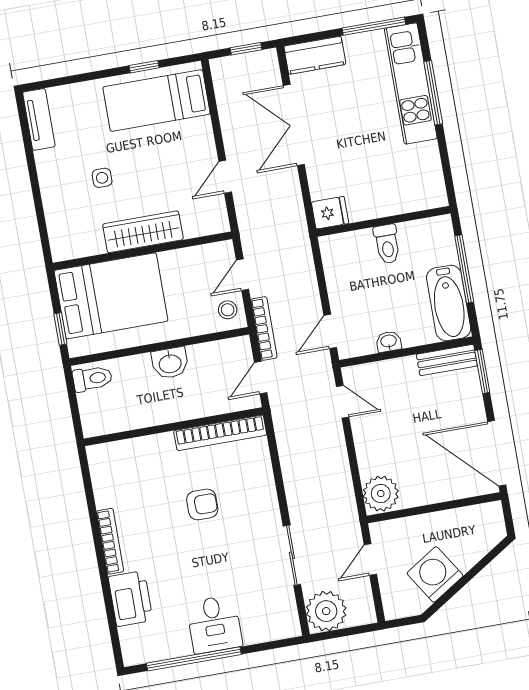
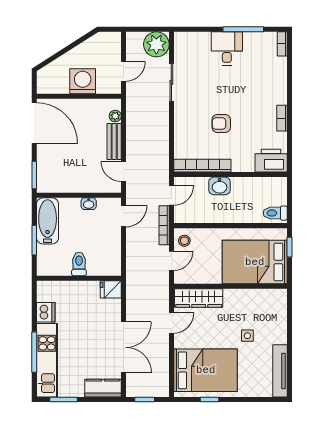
window: (374, 26) -> (63, 400), width x0.69
bed: (156, 100) -> (206, 370), width x1.50
tv unit: (39, 119) -> (280, 371), width x1.41
dishwasher: (426, 159) -> (46, 312), added
wardrobe: (143, 232) -> (199, 298), moved
window: (464, 269) -> (34, 240), width x0.69
bench: (447, 360) -> (114, 141), moved, turned 90
washbasin: (170, 363) -> (220, 186), moved, turned 180
plant: (381, 494) -> (115, 116), width x0.53, depth x0.53
bookcase: (110, 541) -> (282, 118), width x0.64
washing machine: (435, 574) -> (83, 81), moved, turned -147
printer: (131, 599) -> (271, 161), moved, turned 90
bookcase: (128, 647) -> (282, 44), added
window: (194, 659) -> (243, 29), width x0.68

